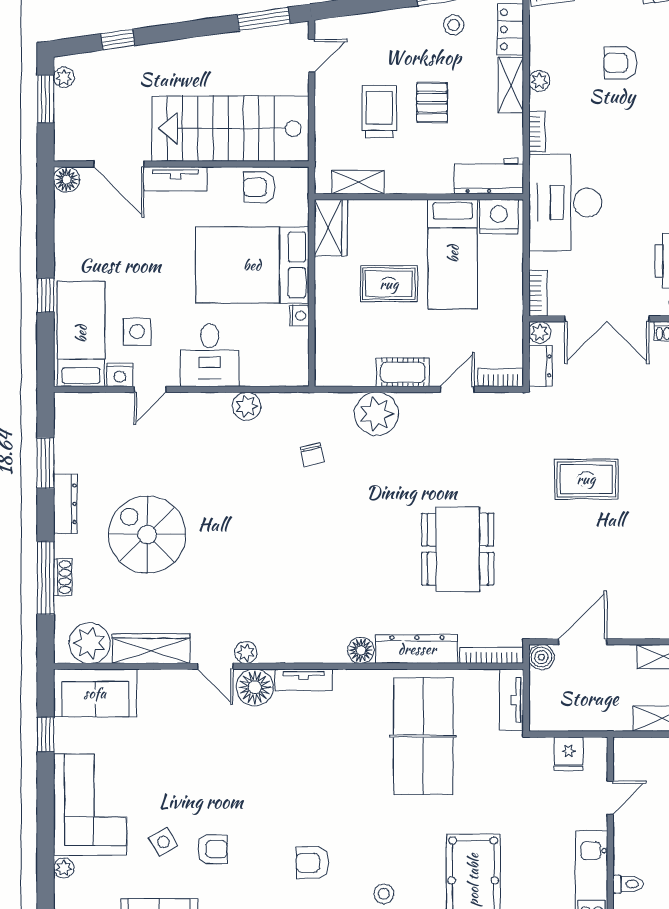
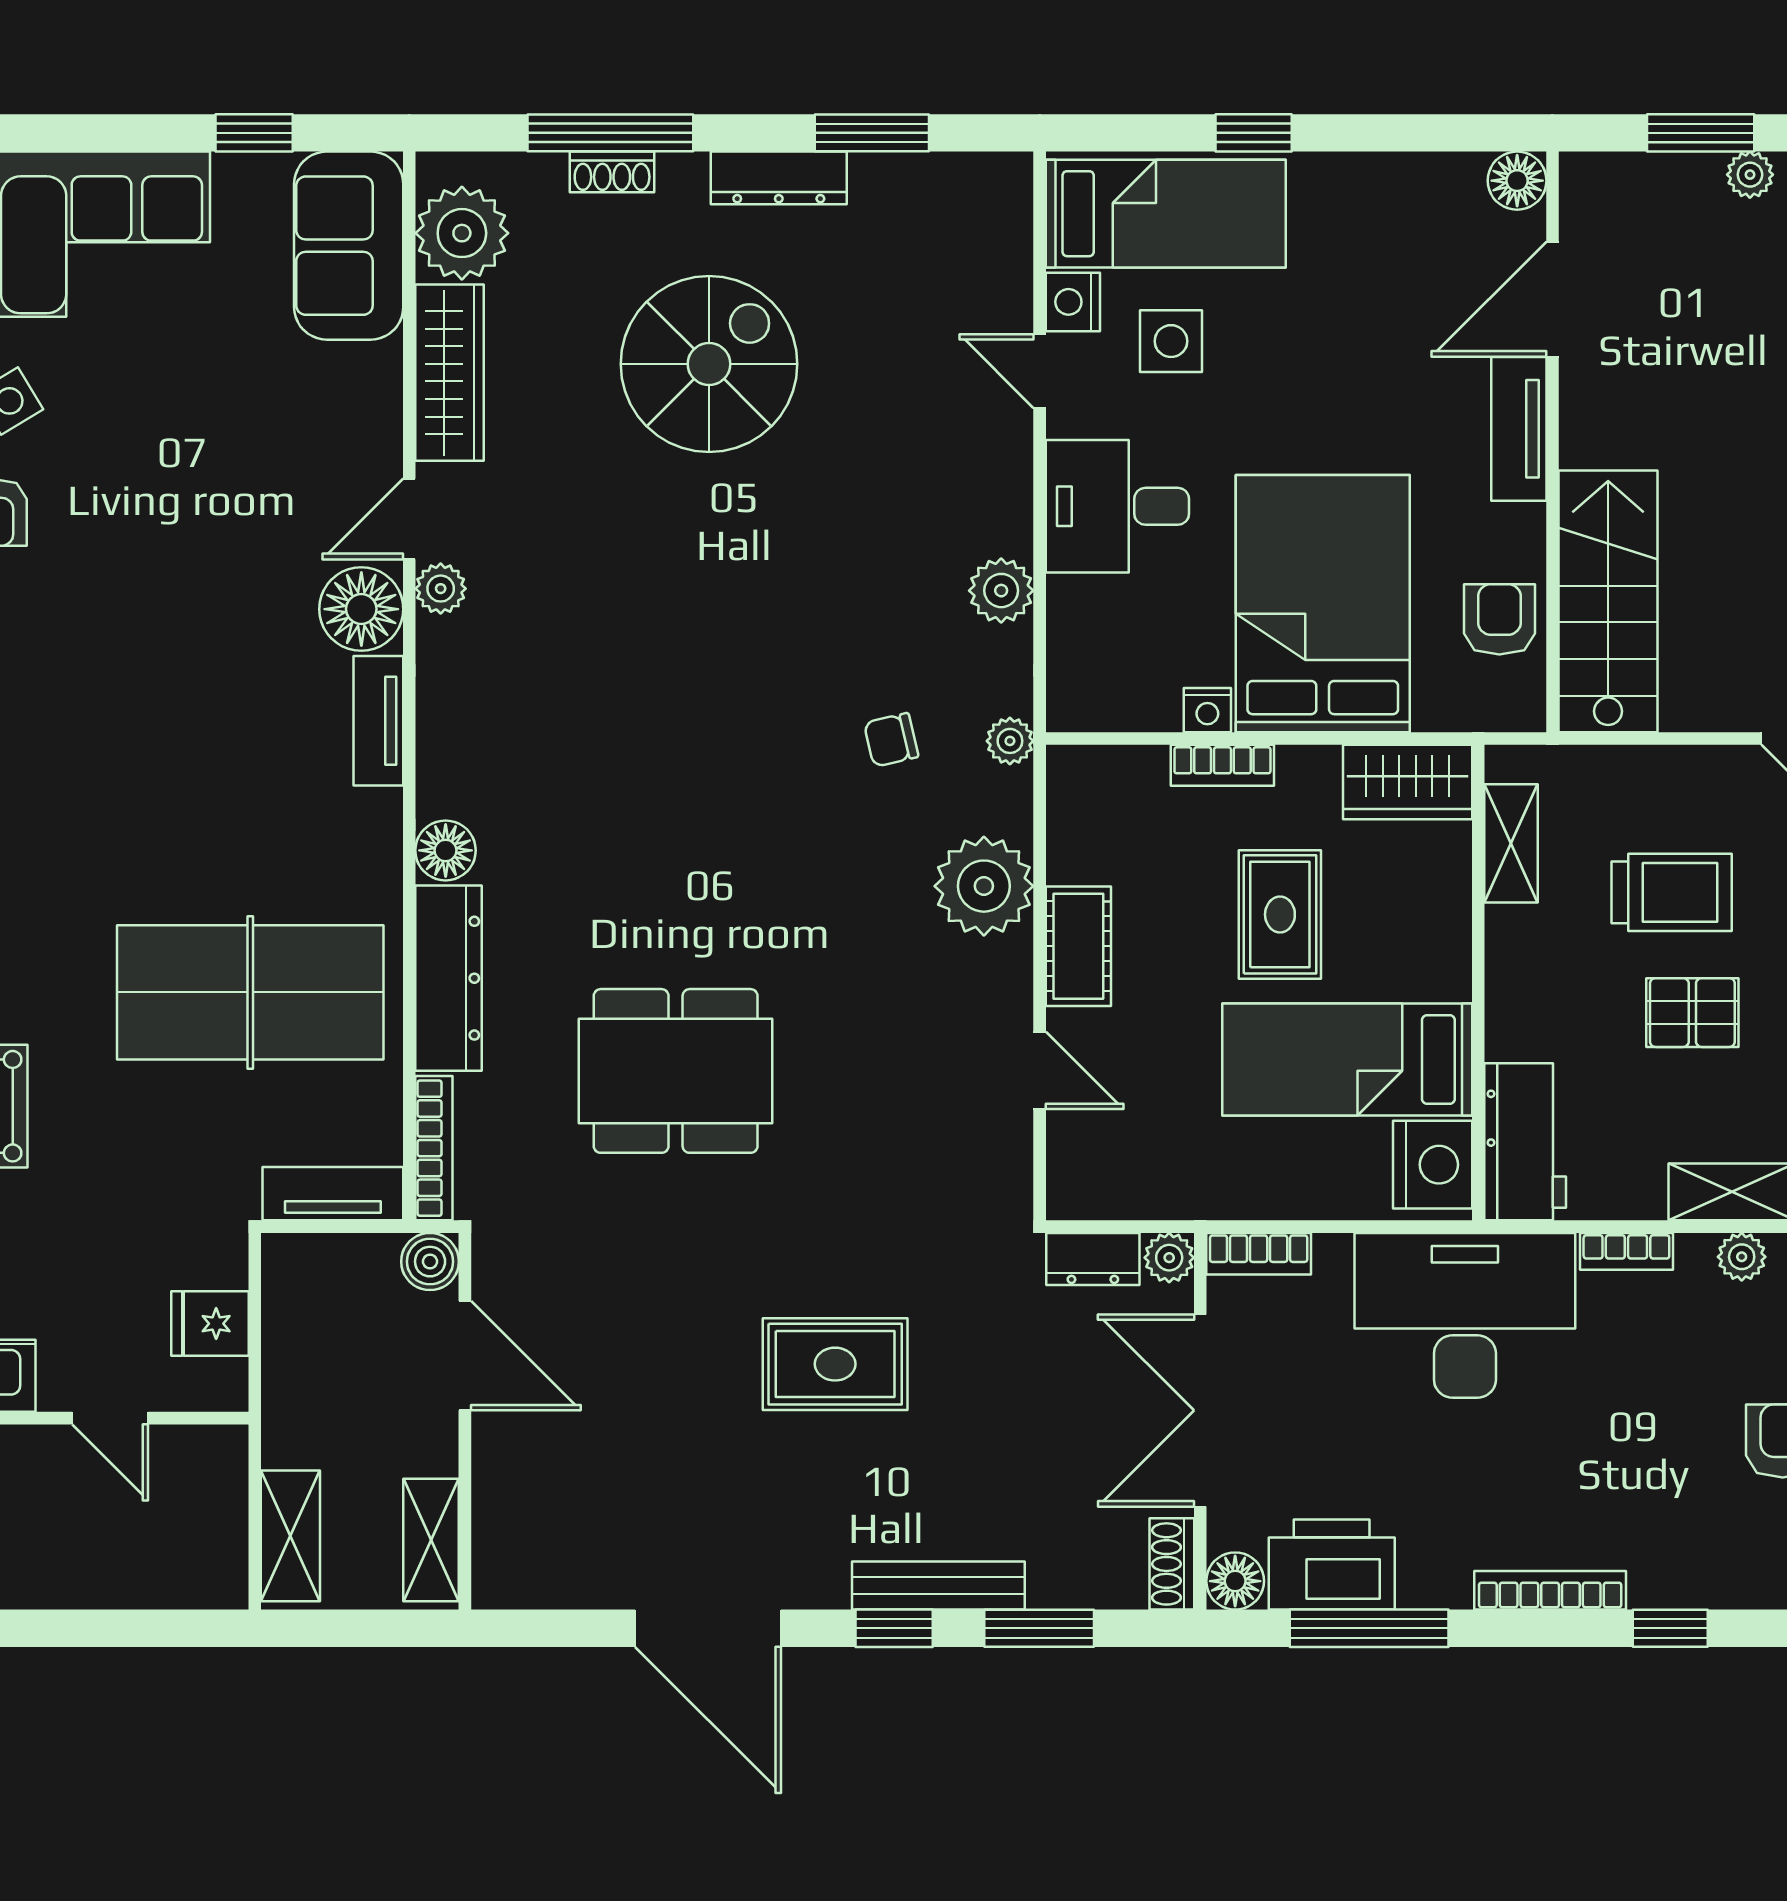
stairs: (230, 129) -> (1608, 601), width x0.73, depth x0.66
bookcase: (501, 378) -> (1222, 765), moved, turned 90
plant: (313, 402) -> (1010, 741), added
rug: (586, 479) -> (835, 1364), turned 90

